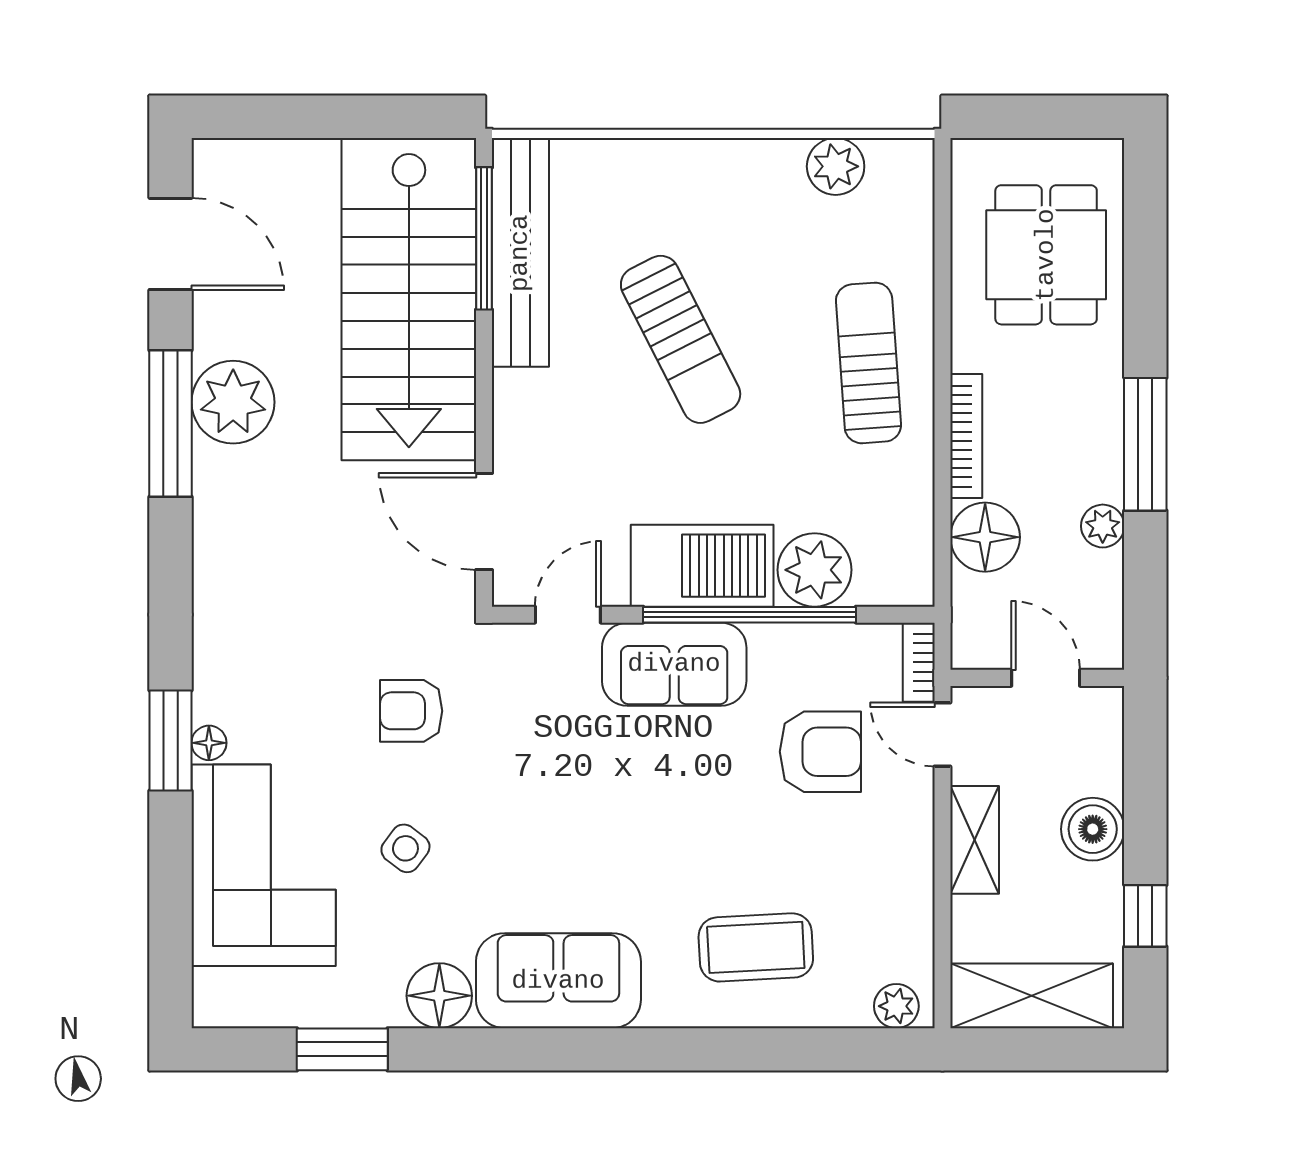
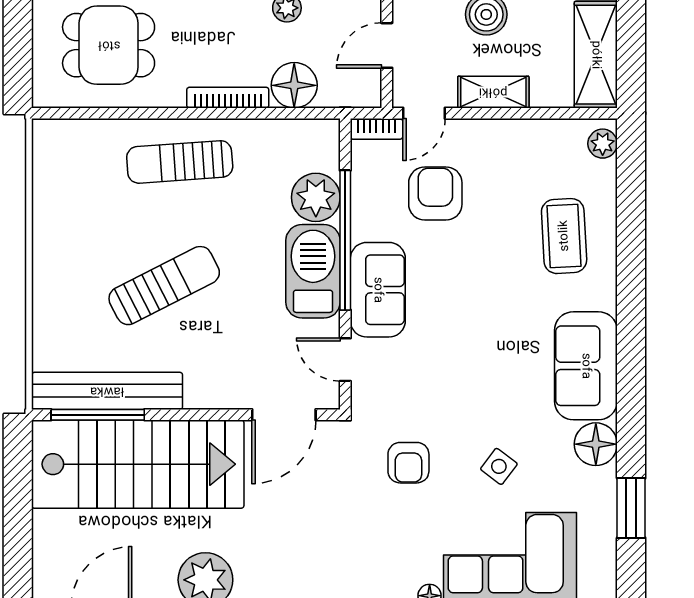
plant: (836, 166) -> (50, 184), removed

